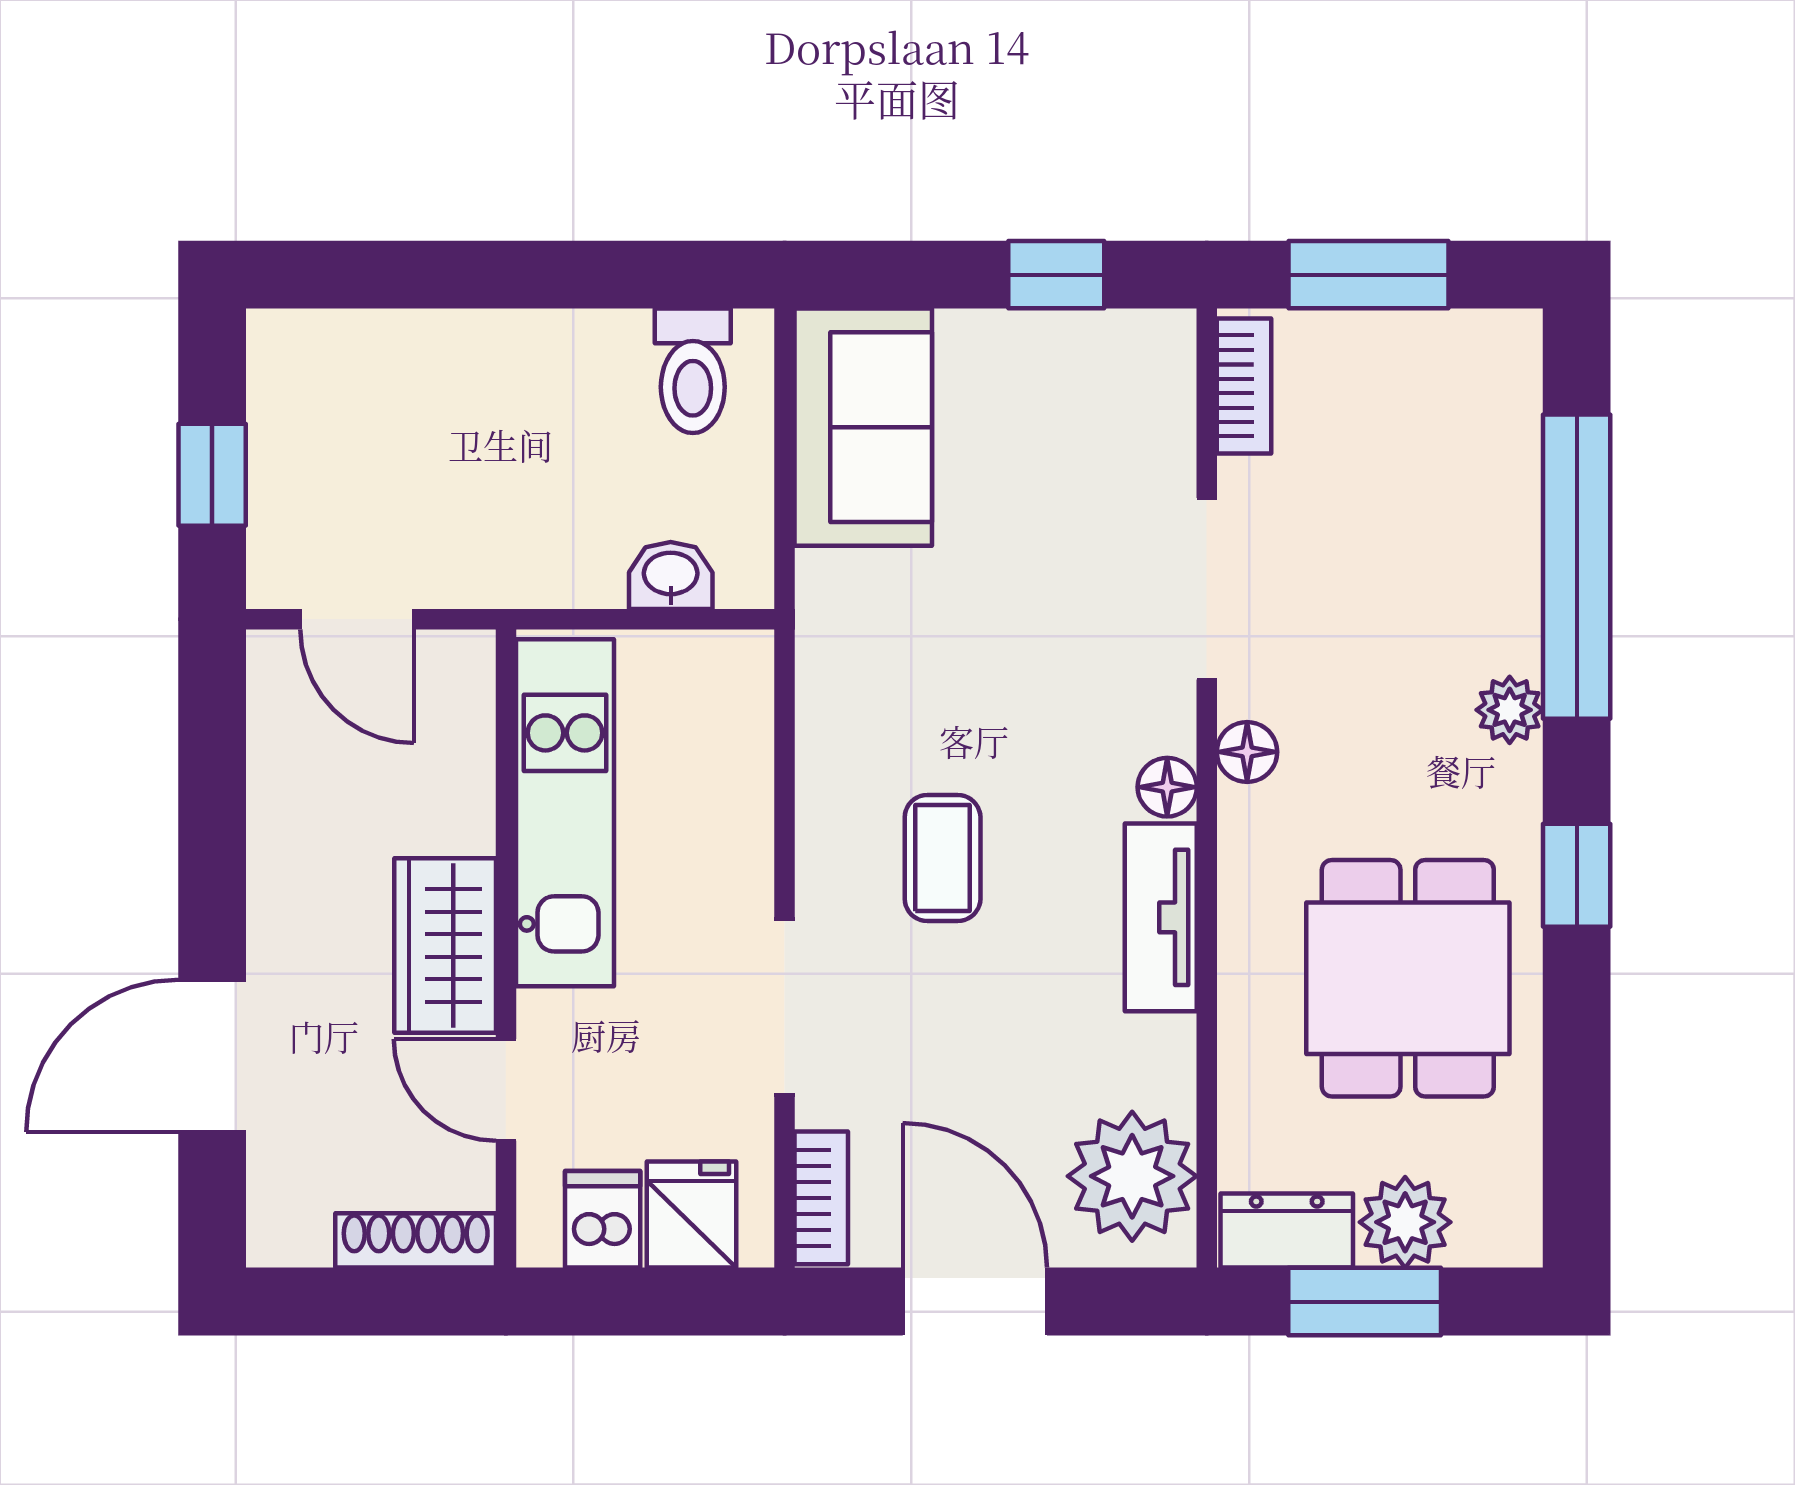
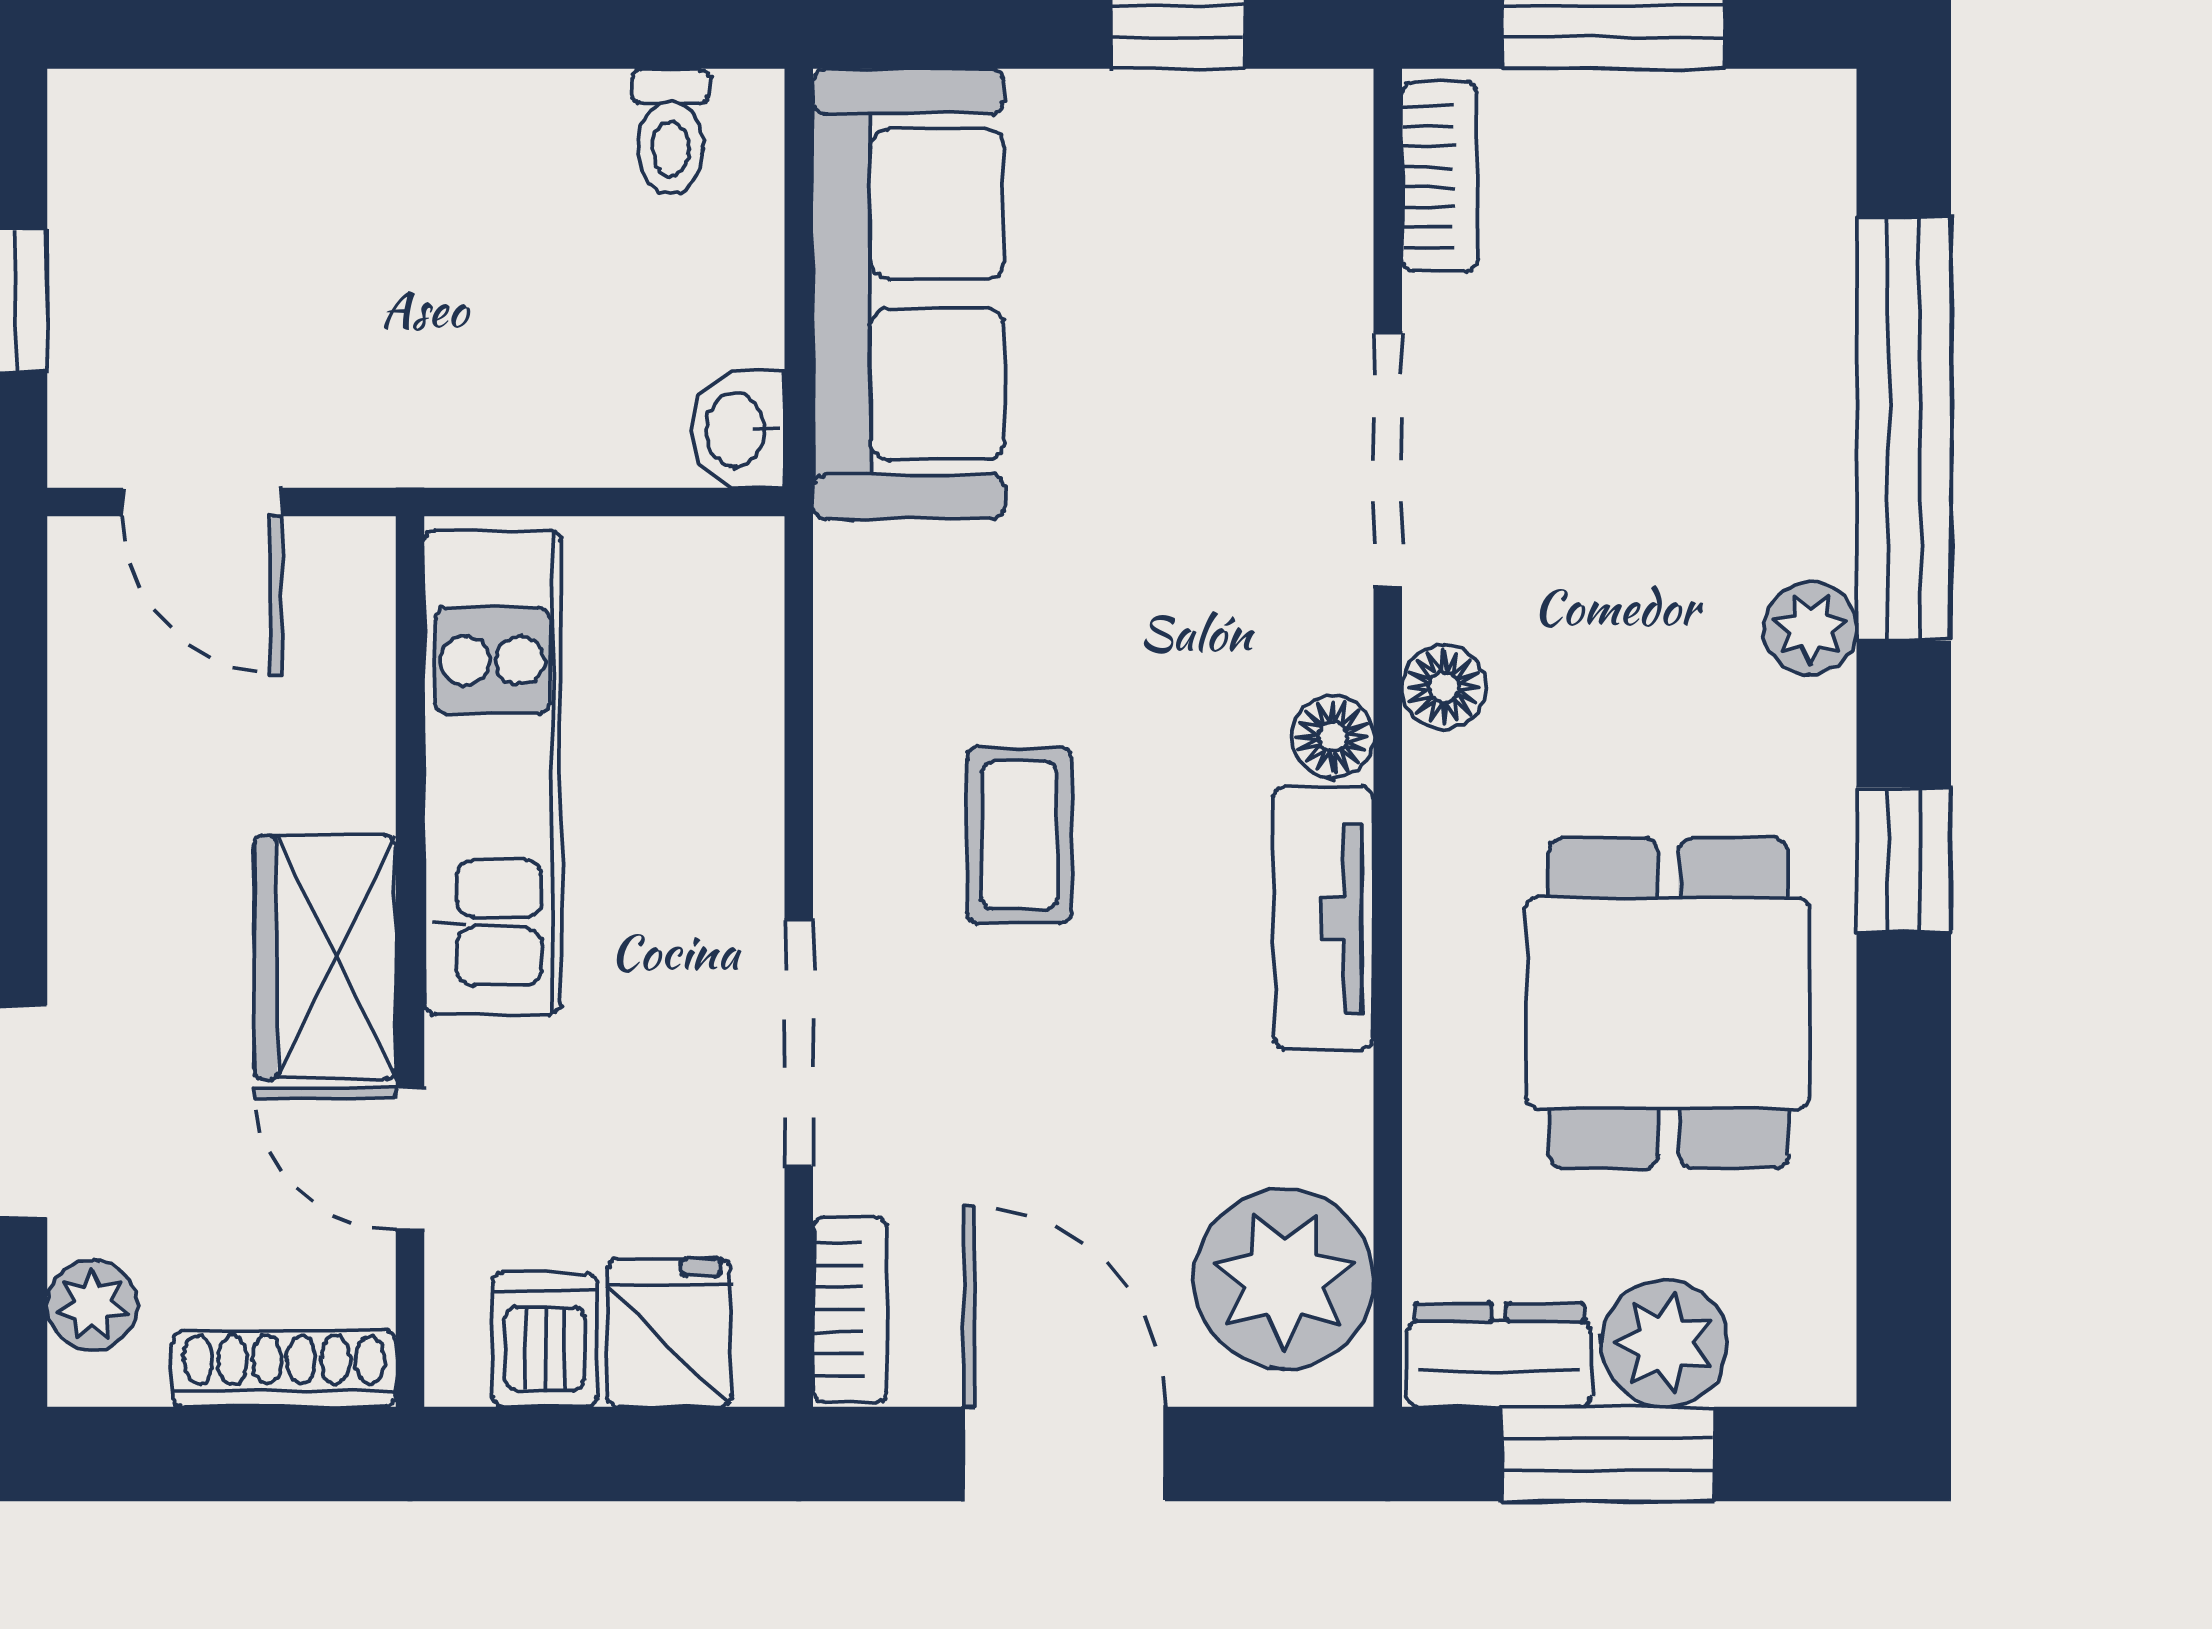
toilet: (693, 371) -> (671, 131), width x0.73, depth x0.72
sofa: (863, 427) -> (909, 294), width x1.36
washbasin: (671, 575) -> (738, 430), moved, turned -90
plant: (278, 1195) -> (92, 1305), added

